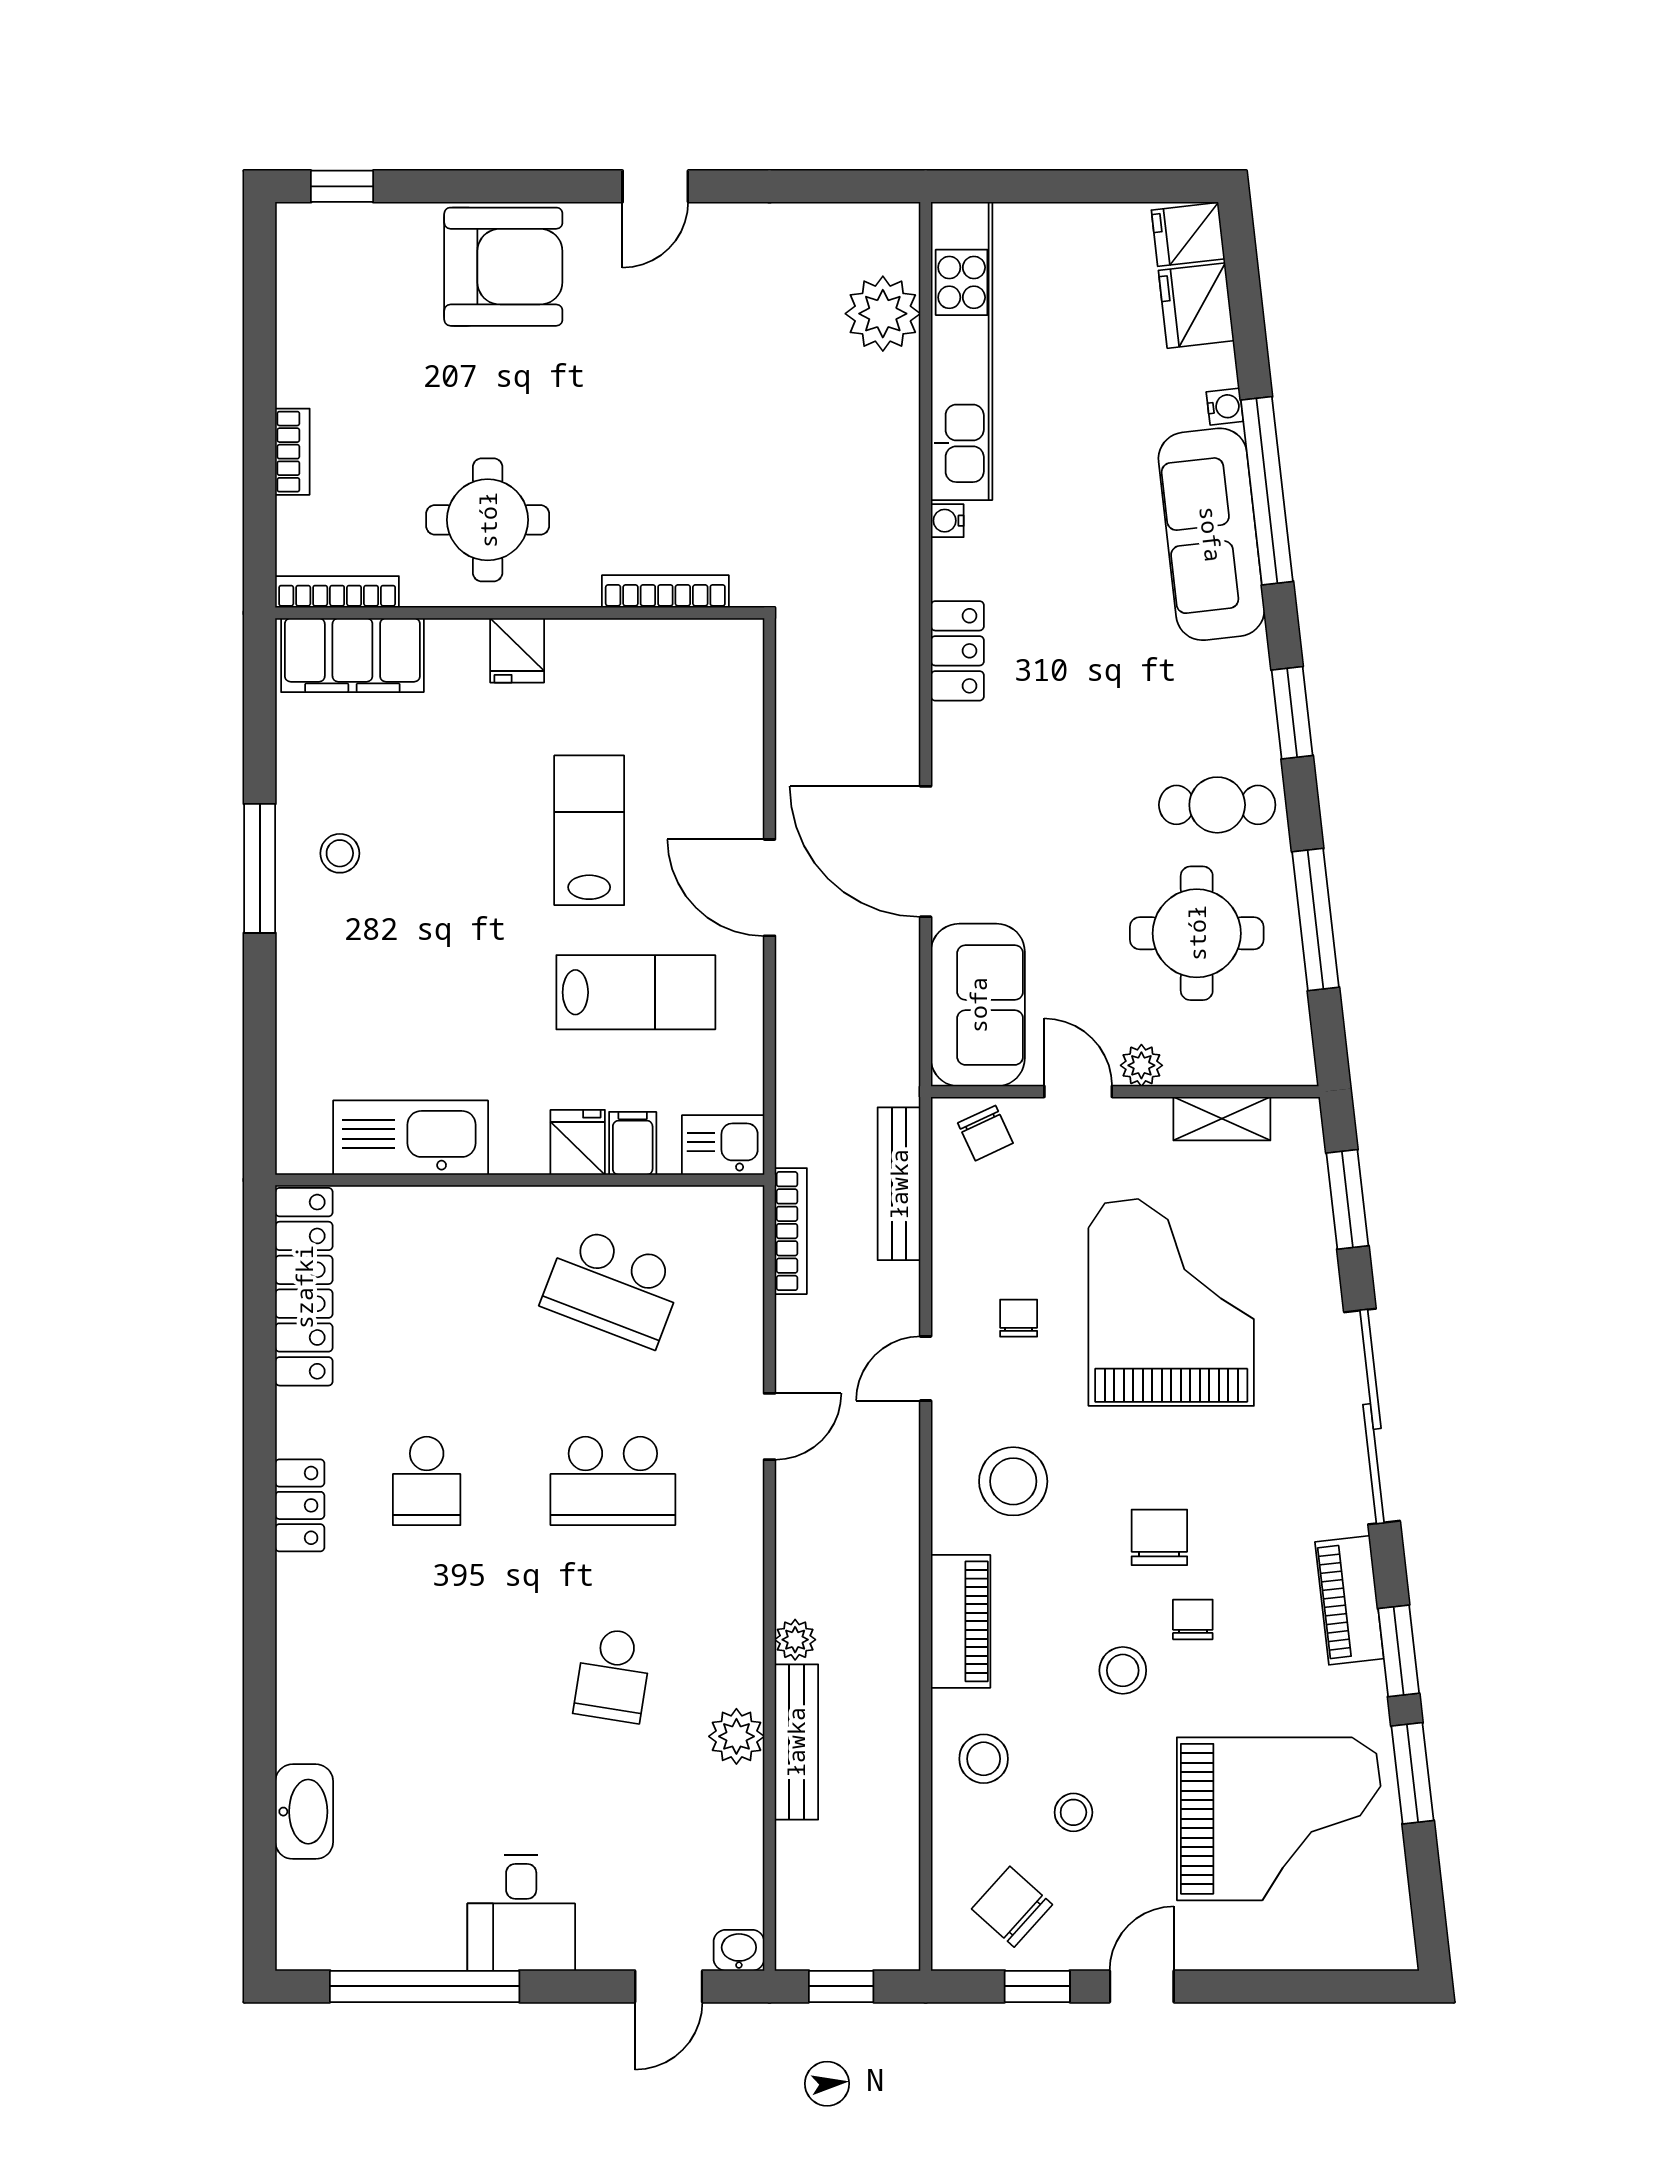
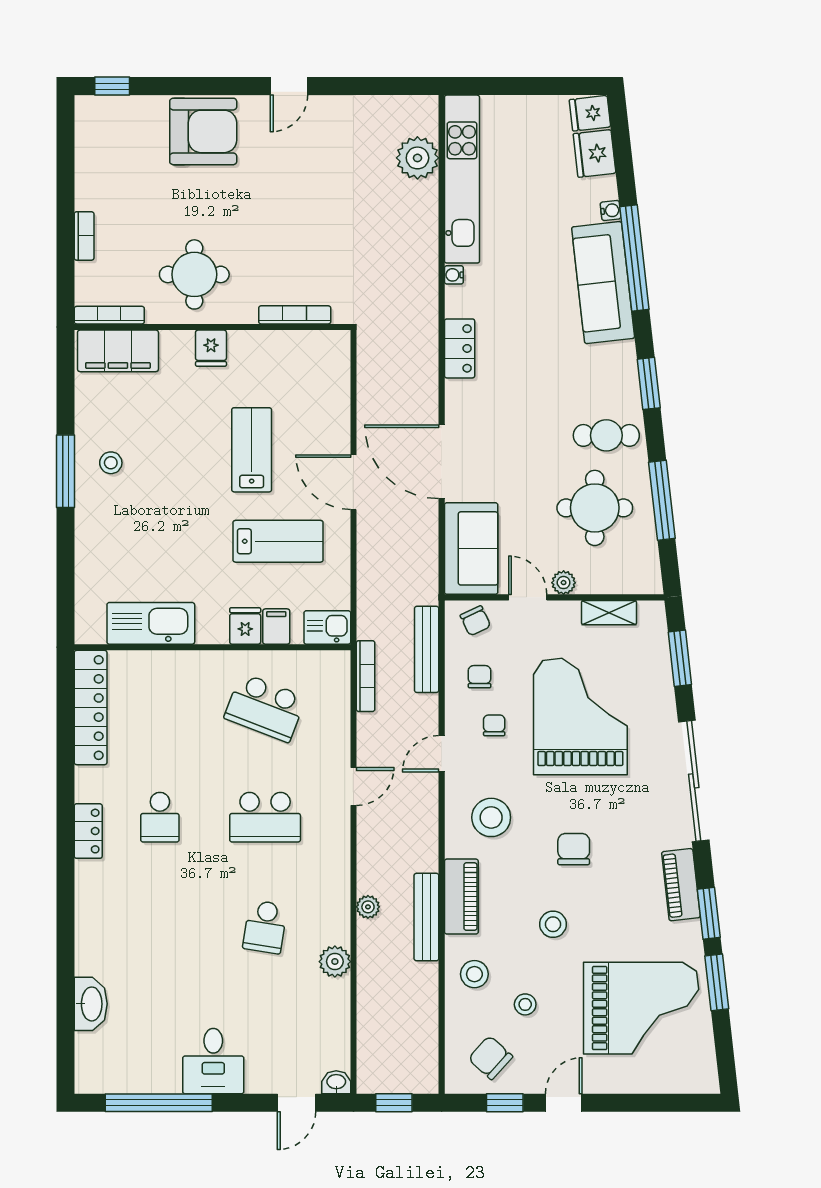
chair: (1193, 1619) -> (479, 677), moved
bench: (796, 1742) -> (426, 917), moved

